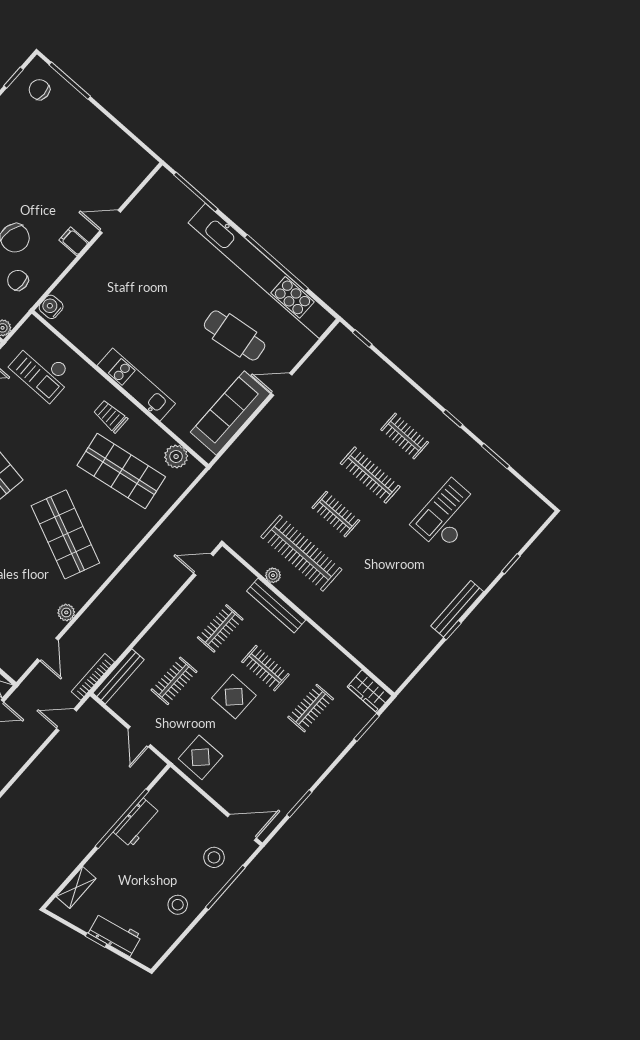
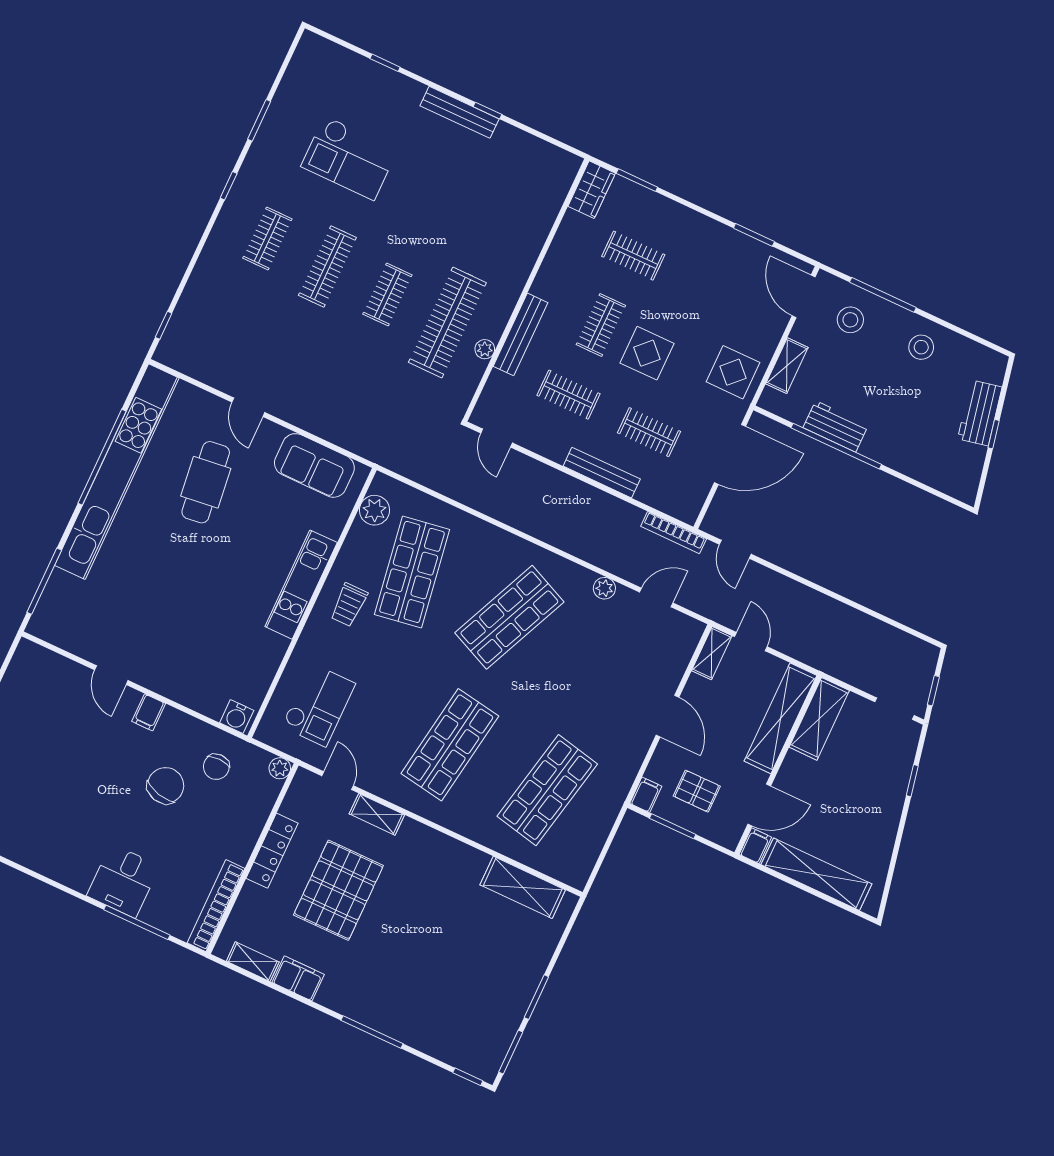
sofa: (230, 413) -> (314, 465), width x0.73
bench: (119, 676) -> (602, 473), moved
door: (139, 737) -> (730, 454), width x1.87
shelving: (76, 888) -> (787, 366), moved, turned 90

